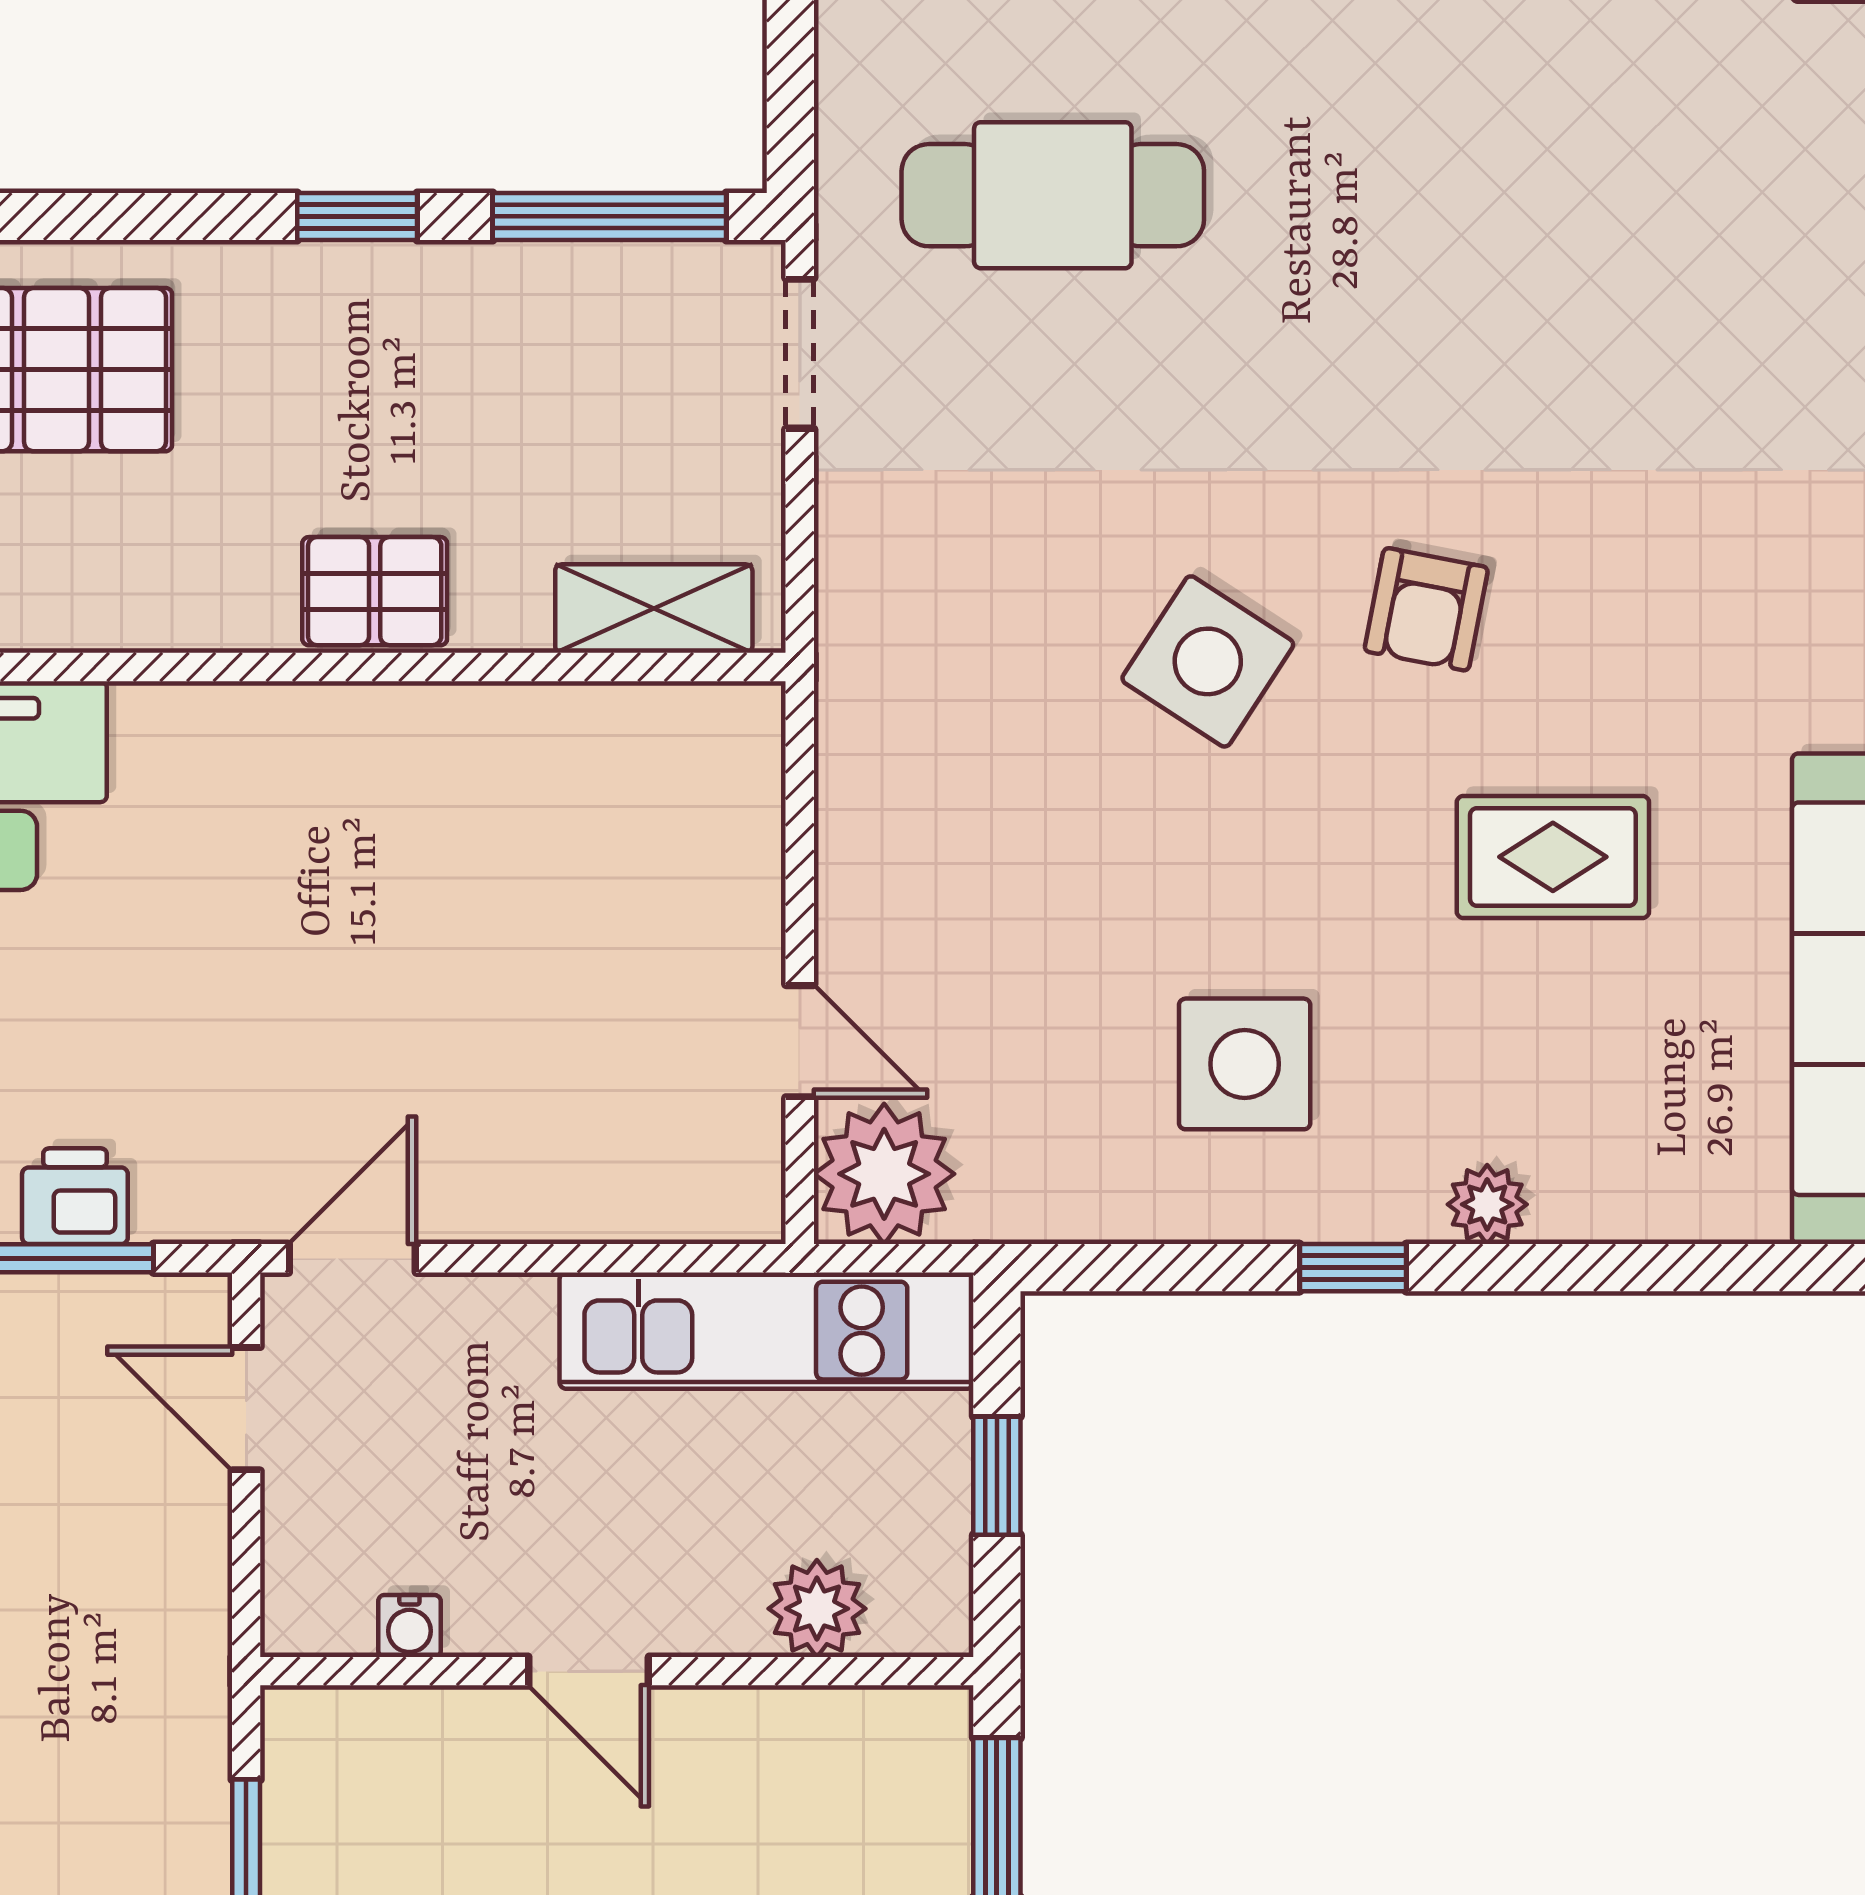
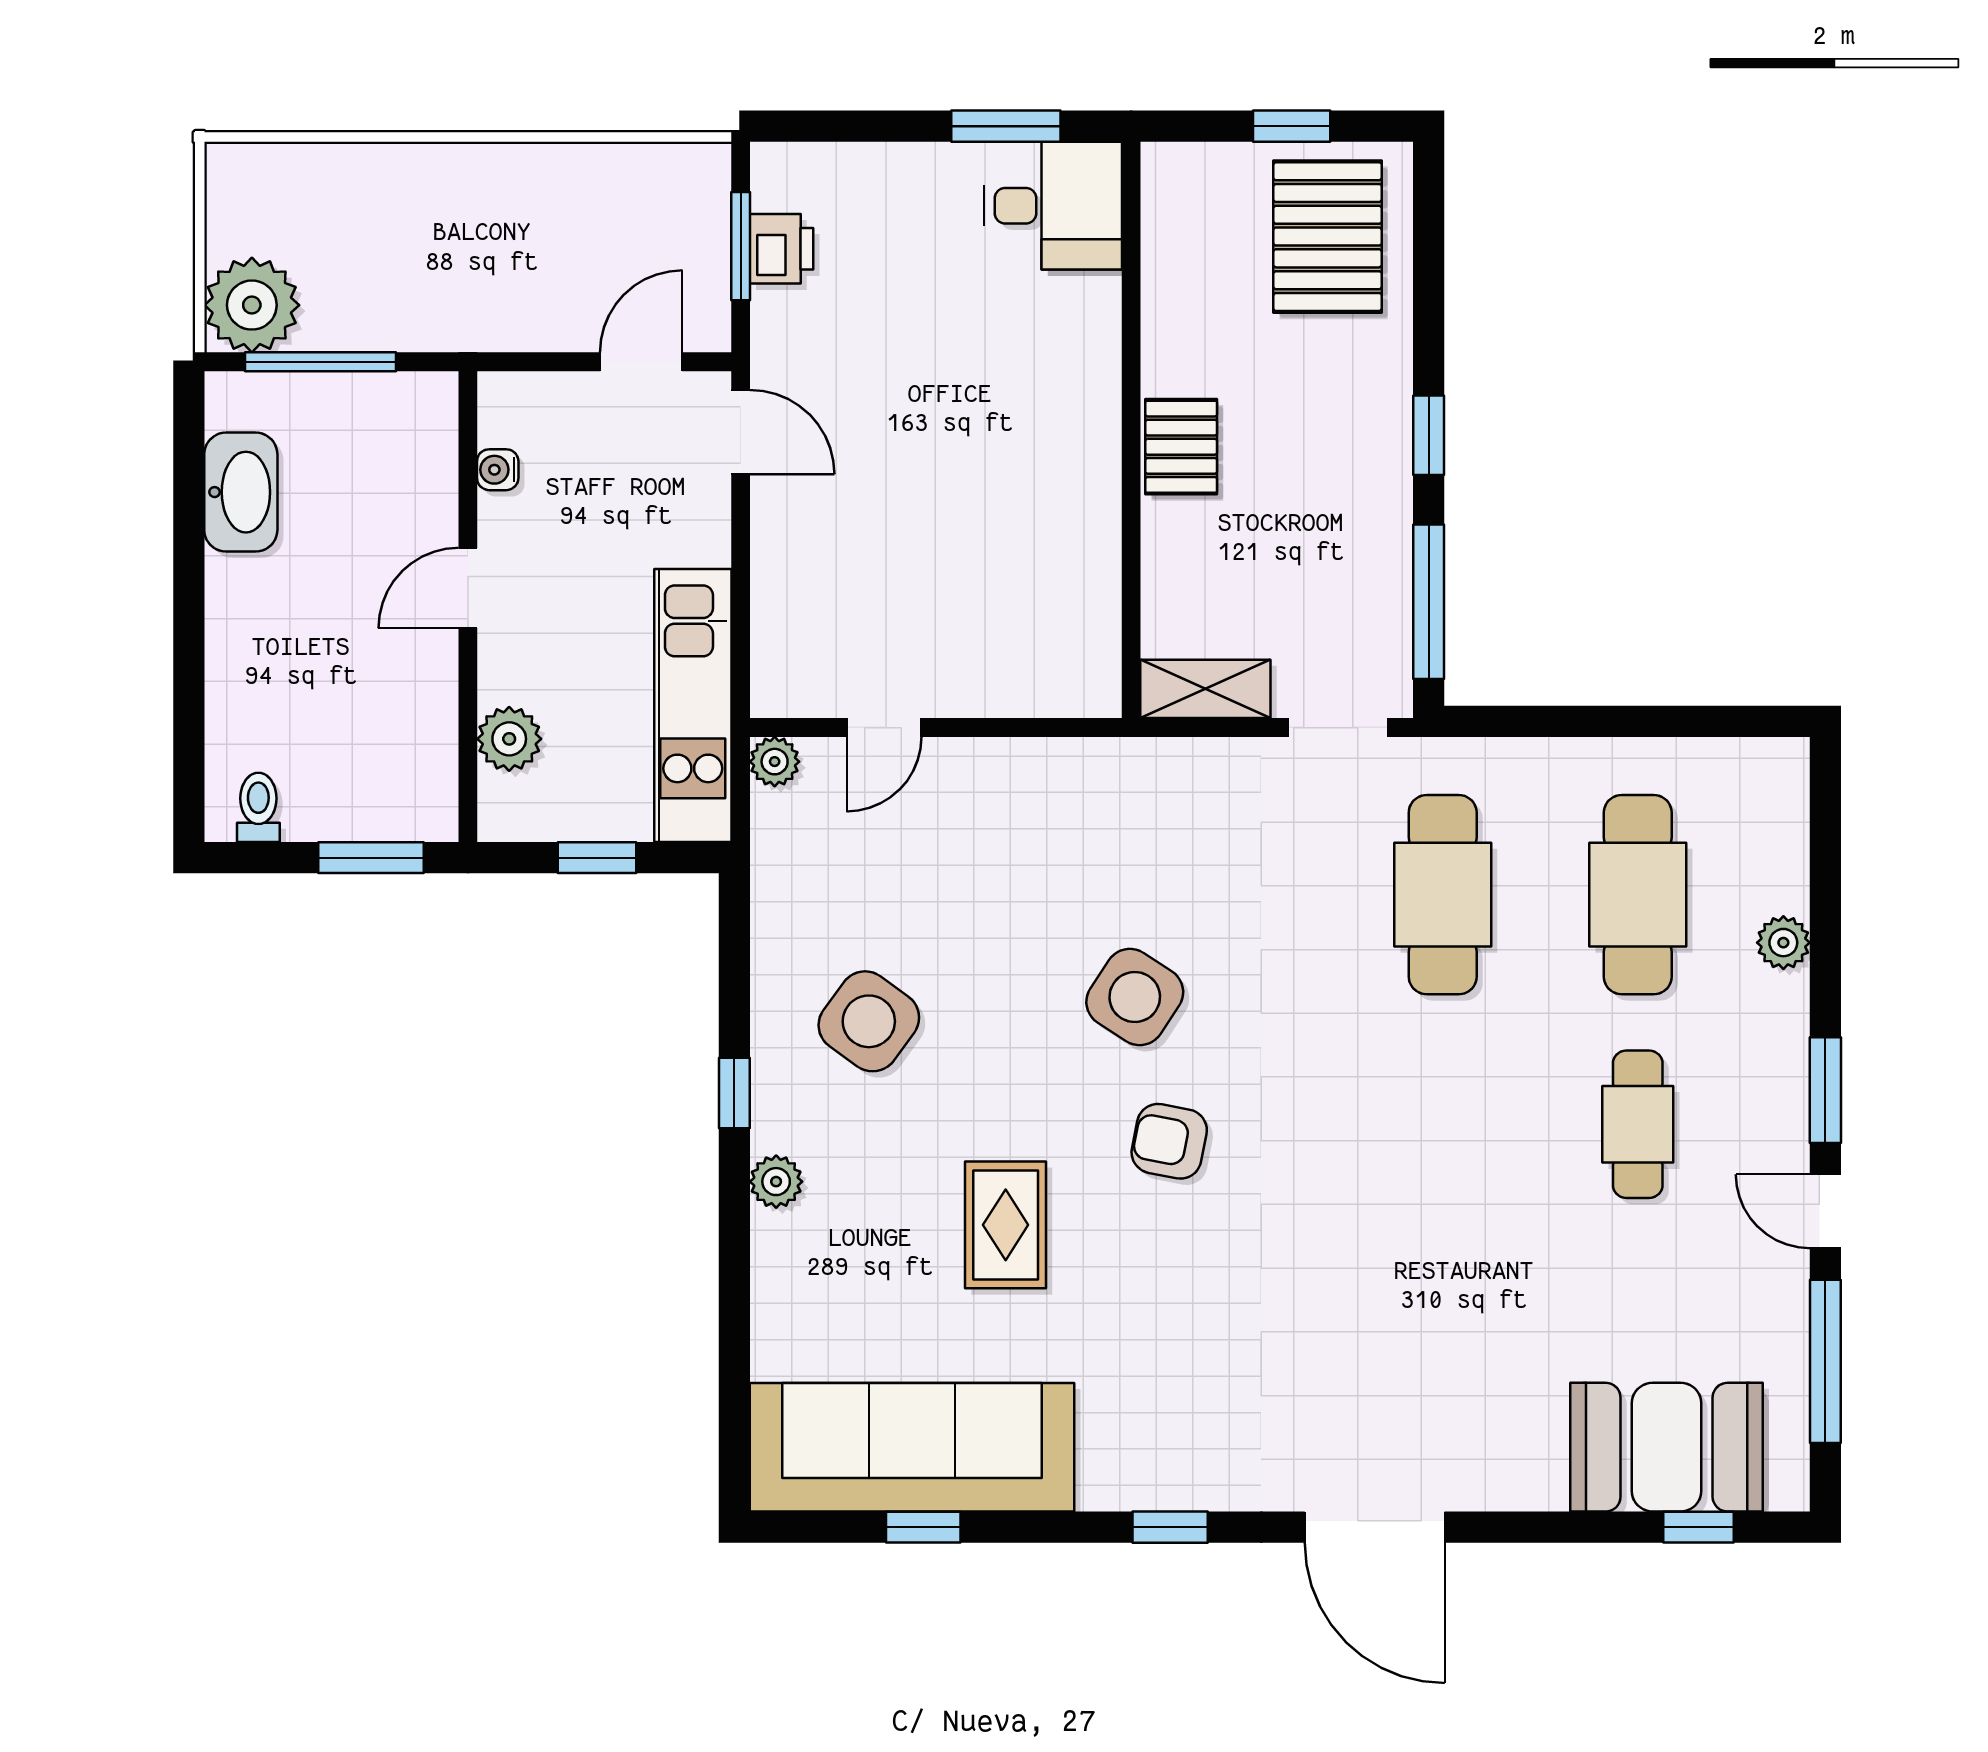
shelving: (654, 609) -> (1205, 689), moved, turned 90
side table: (1245, 1064) -> (869, 1021), turned 36
plant: (884, 1174) -> (775, 762), width x0.53, depth x0.53

